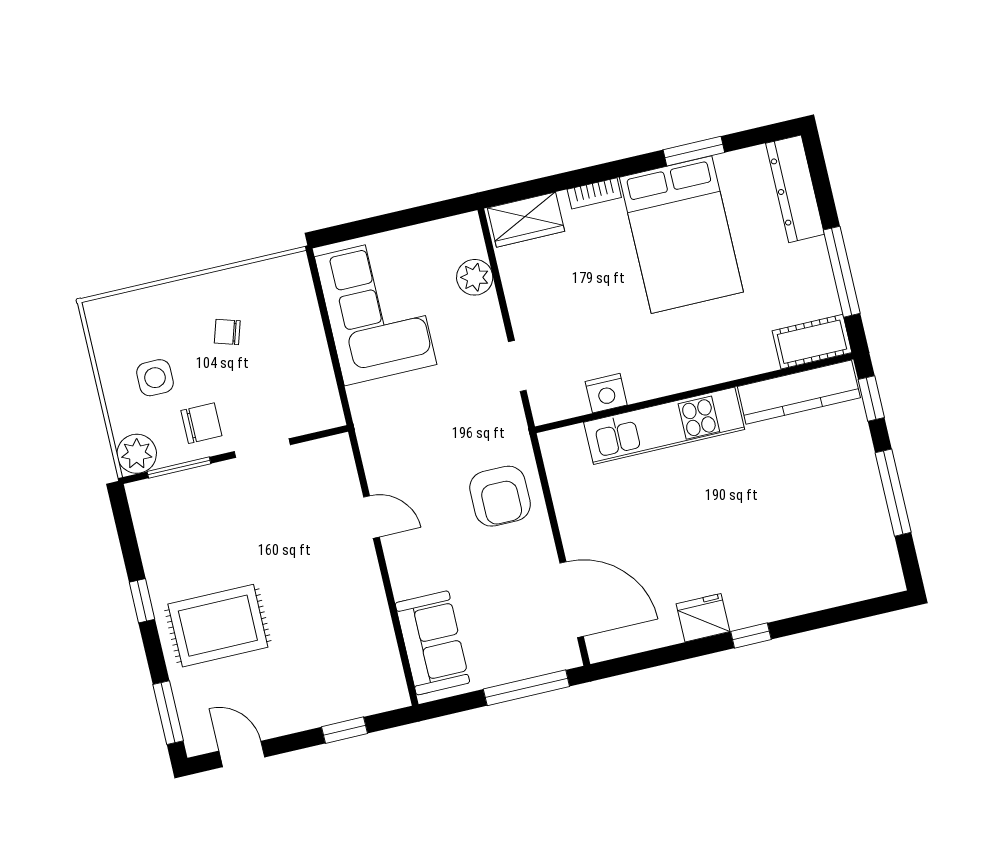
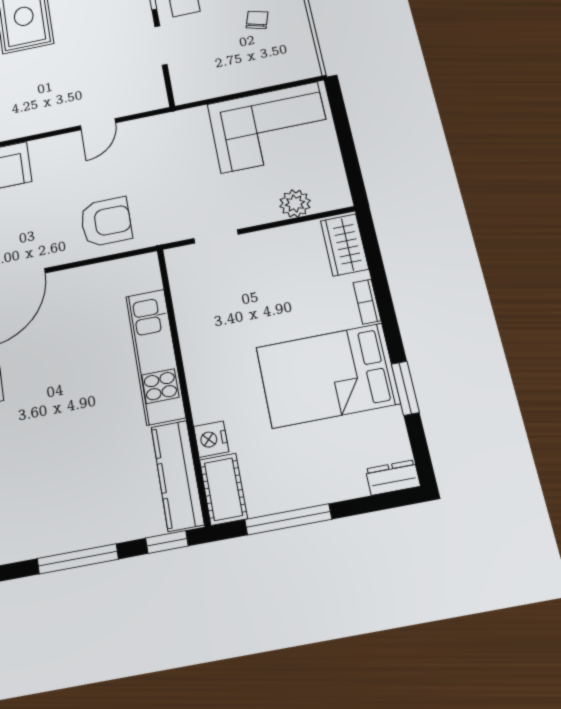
dresser: (795, 189) -> (393, 478), width x0.51, depth x0.80
nightstand: (606, 393) -> (211, 439), moved
armchair: (500, 496) -> (106, 222), turned 180

